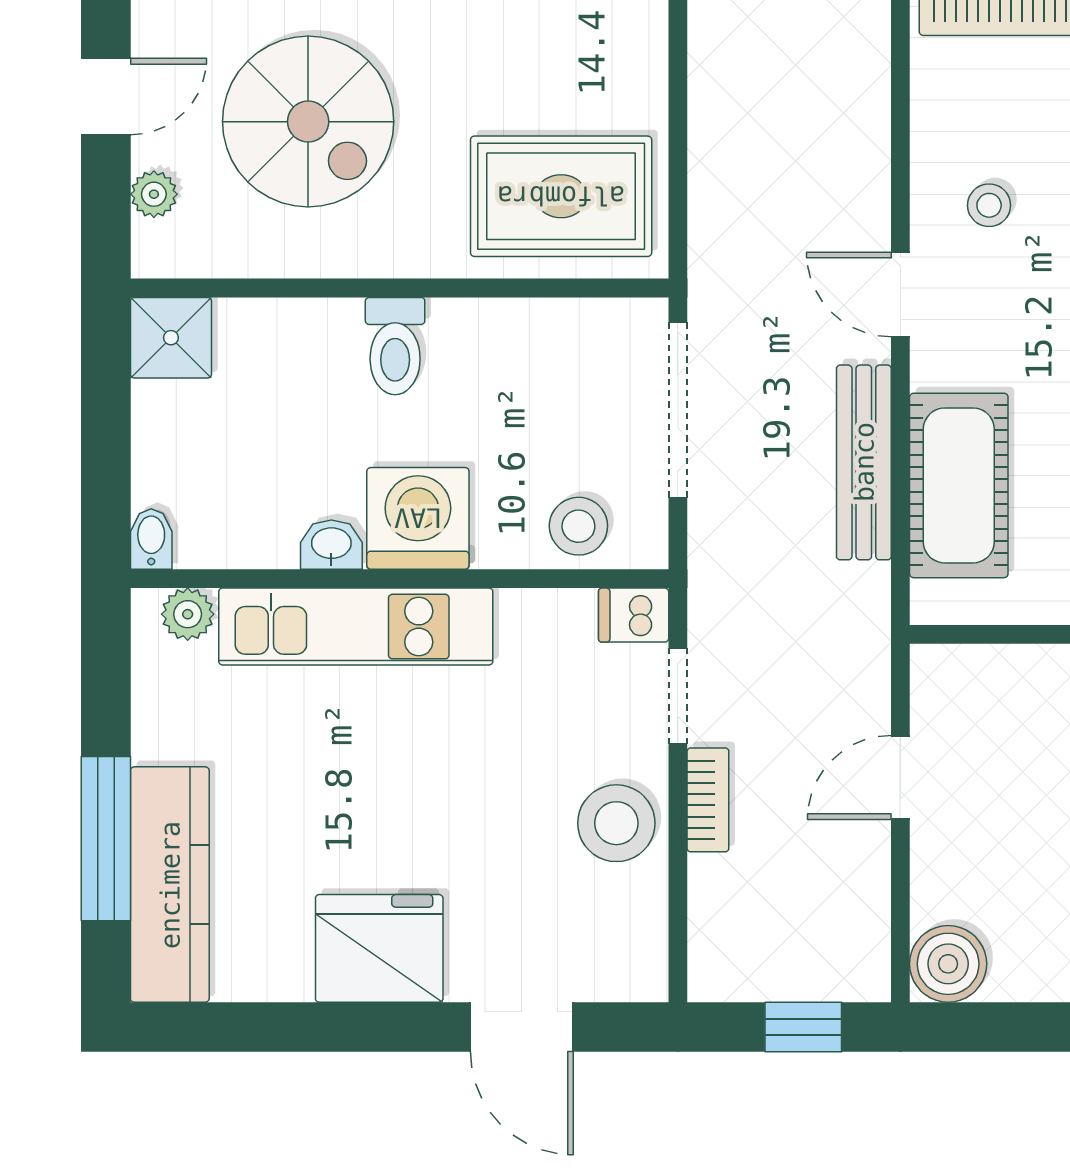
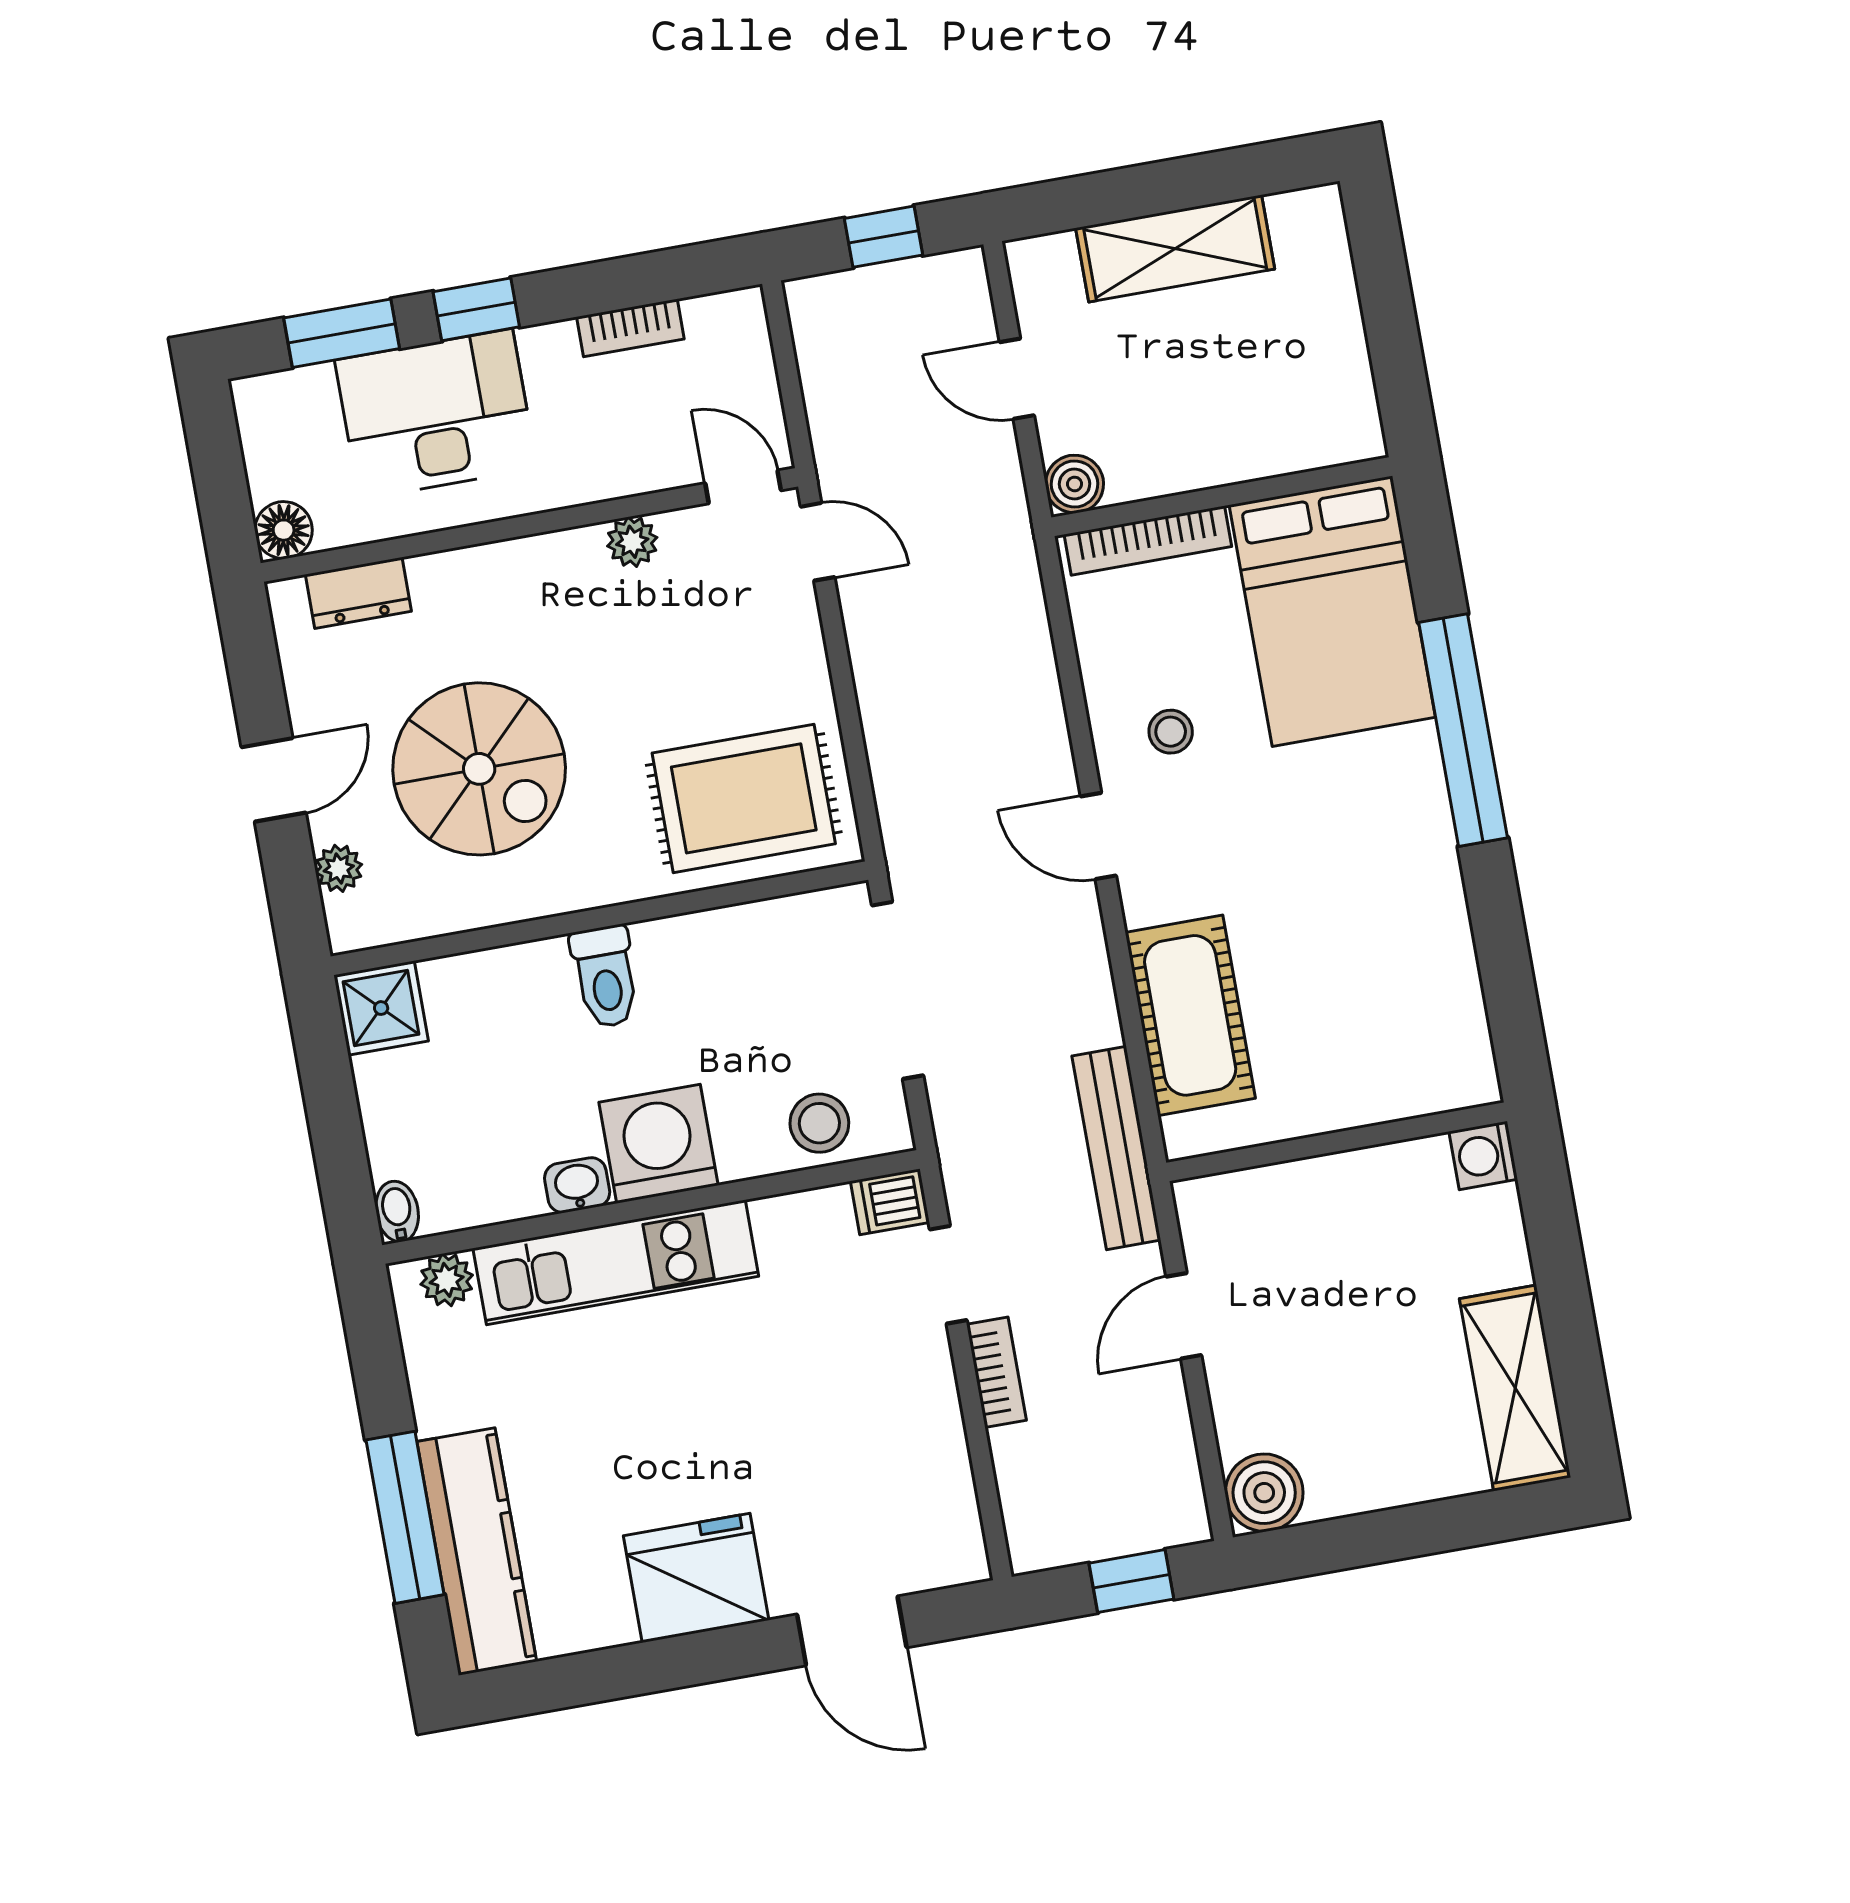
bench: (864, 462) -> (1116, 1148), moved
stool: (616, 823) -> (910, 1412), removed

